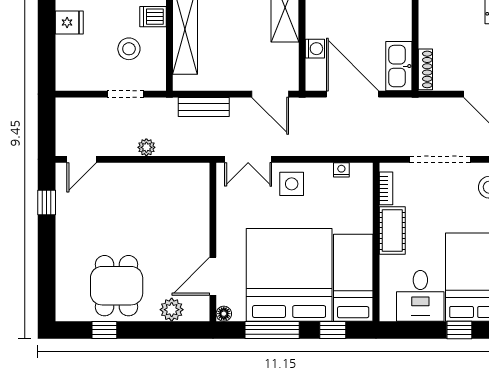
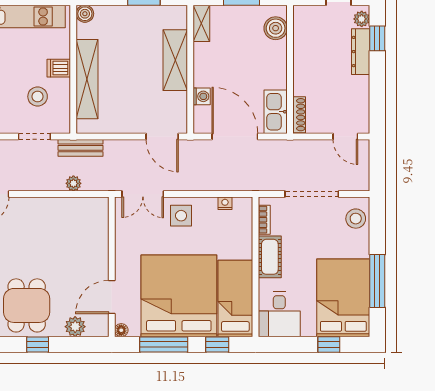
bench: (204, 107) -> (80, 148), moved
plant: (146, 147) -> (73, 183), moved
desk: (420, 296) -> (279, 314), moved
window: (104, 330) -> (38, 345), moved

